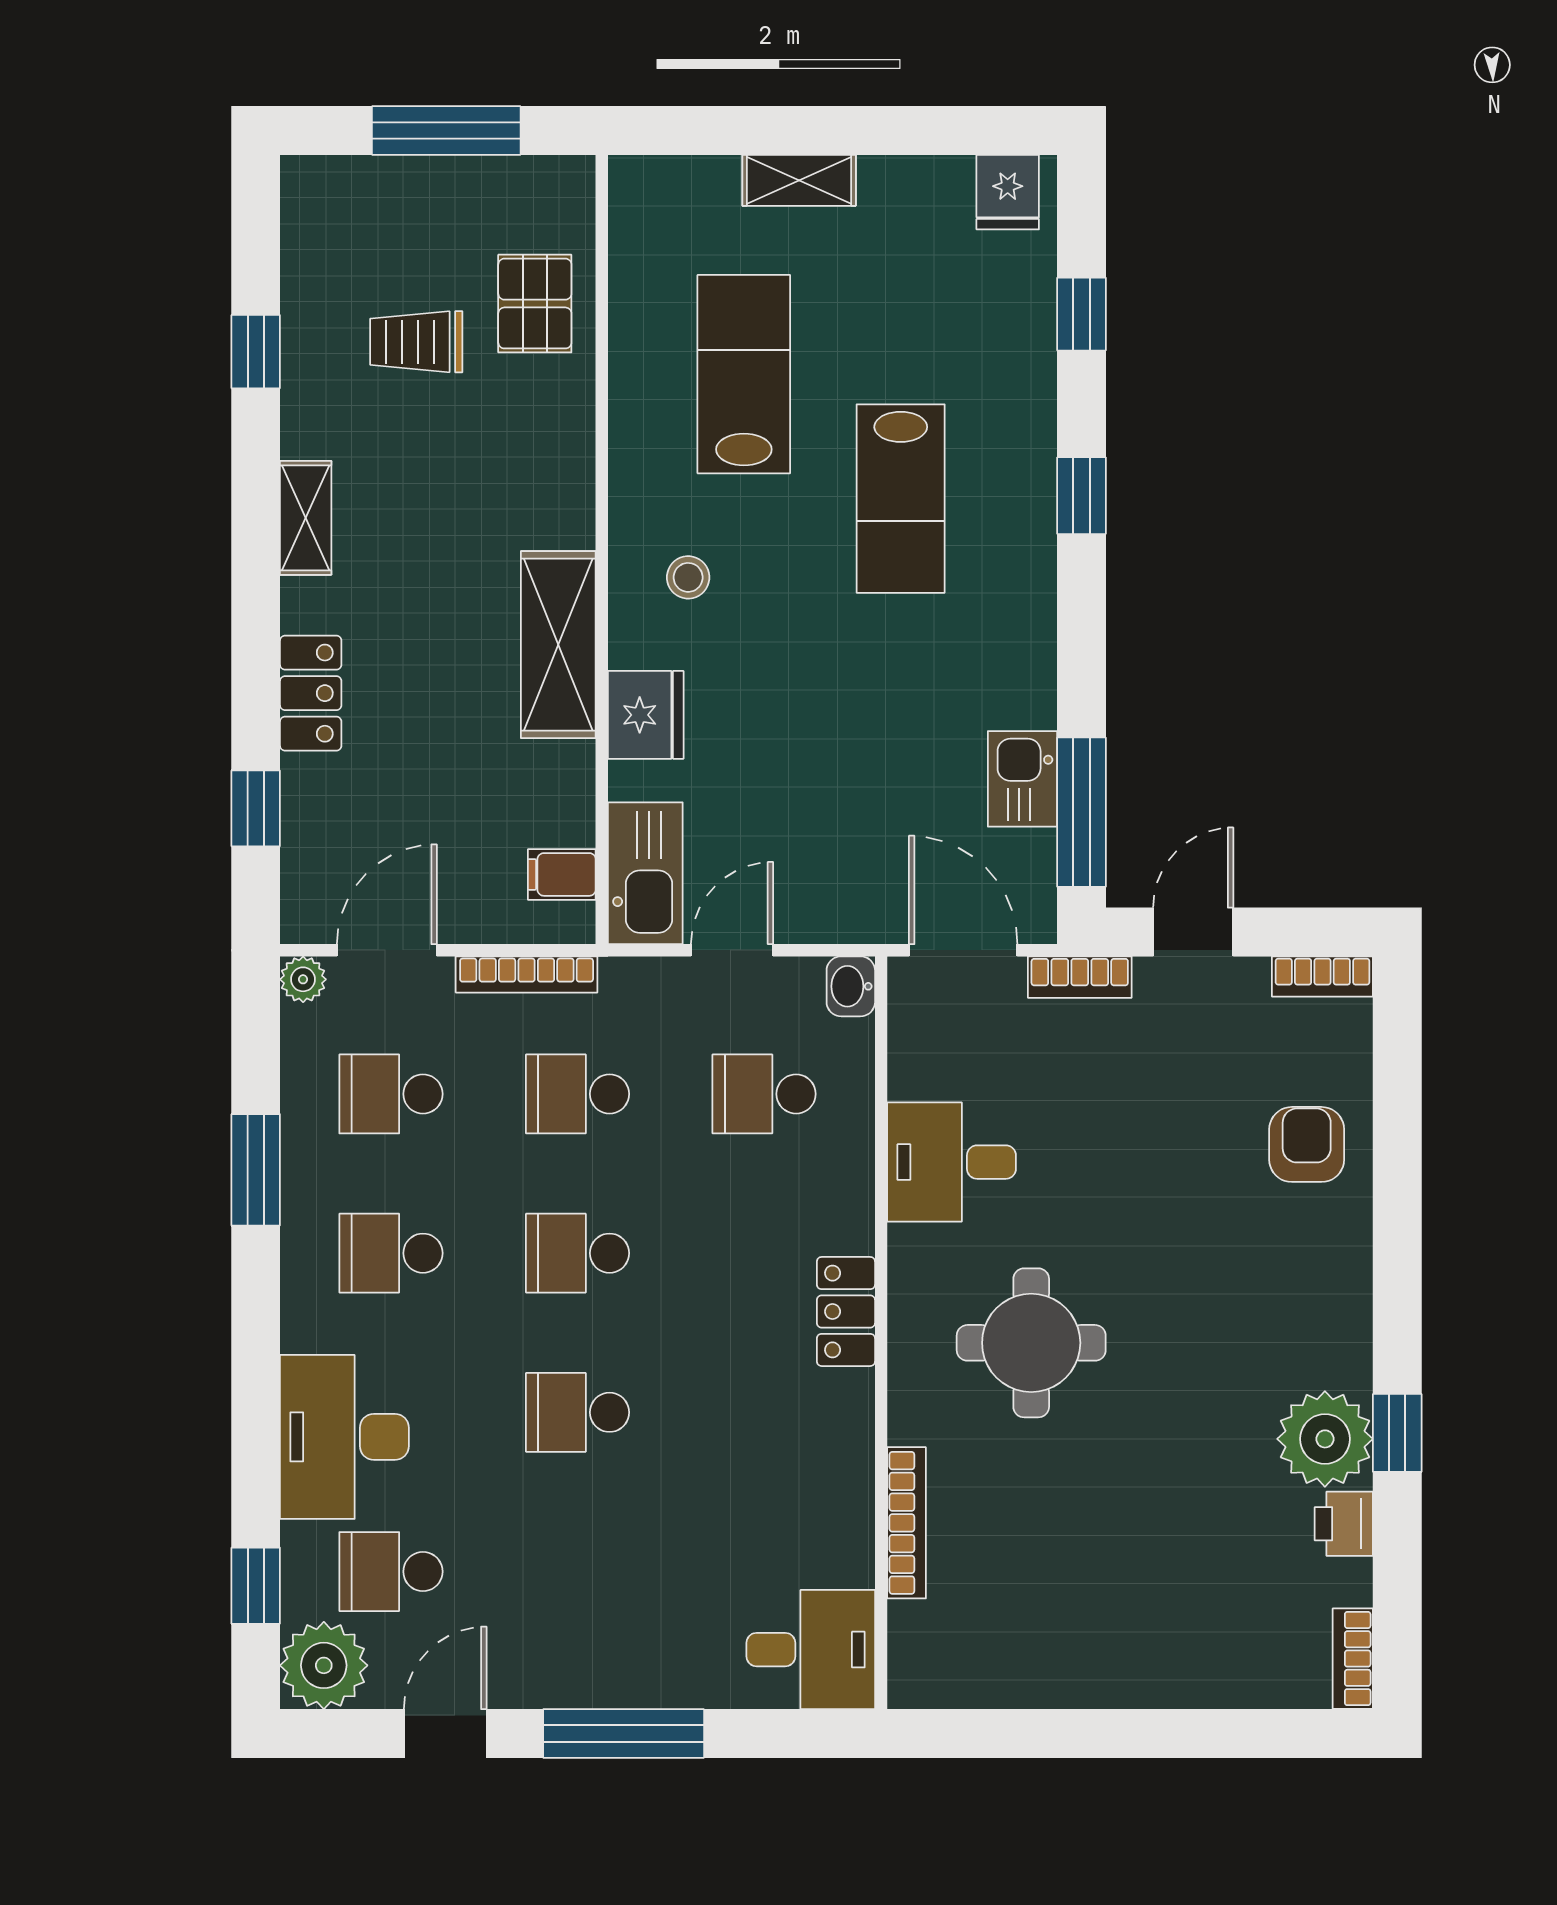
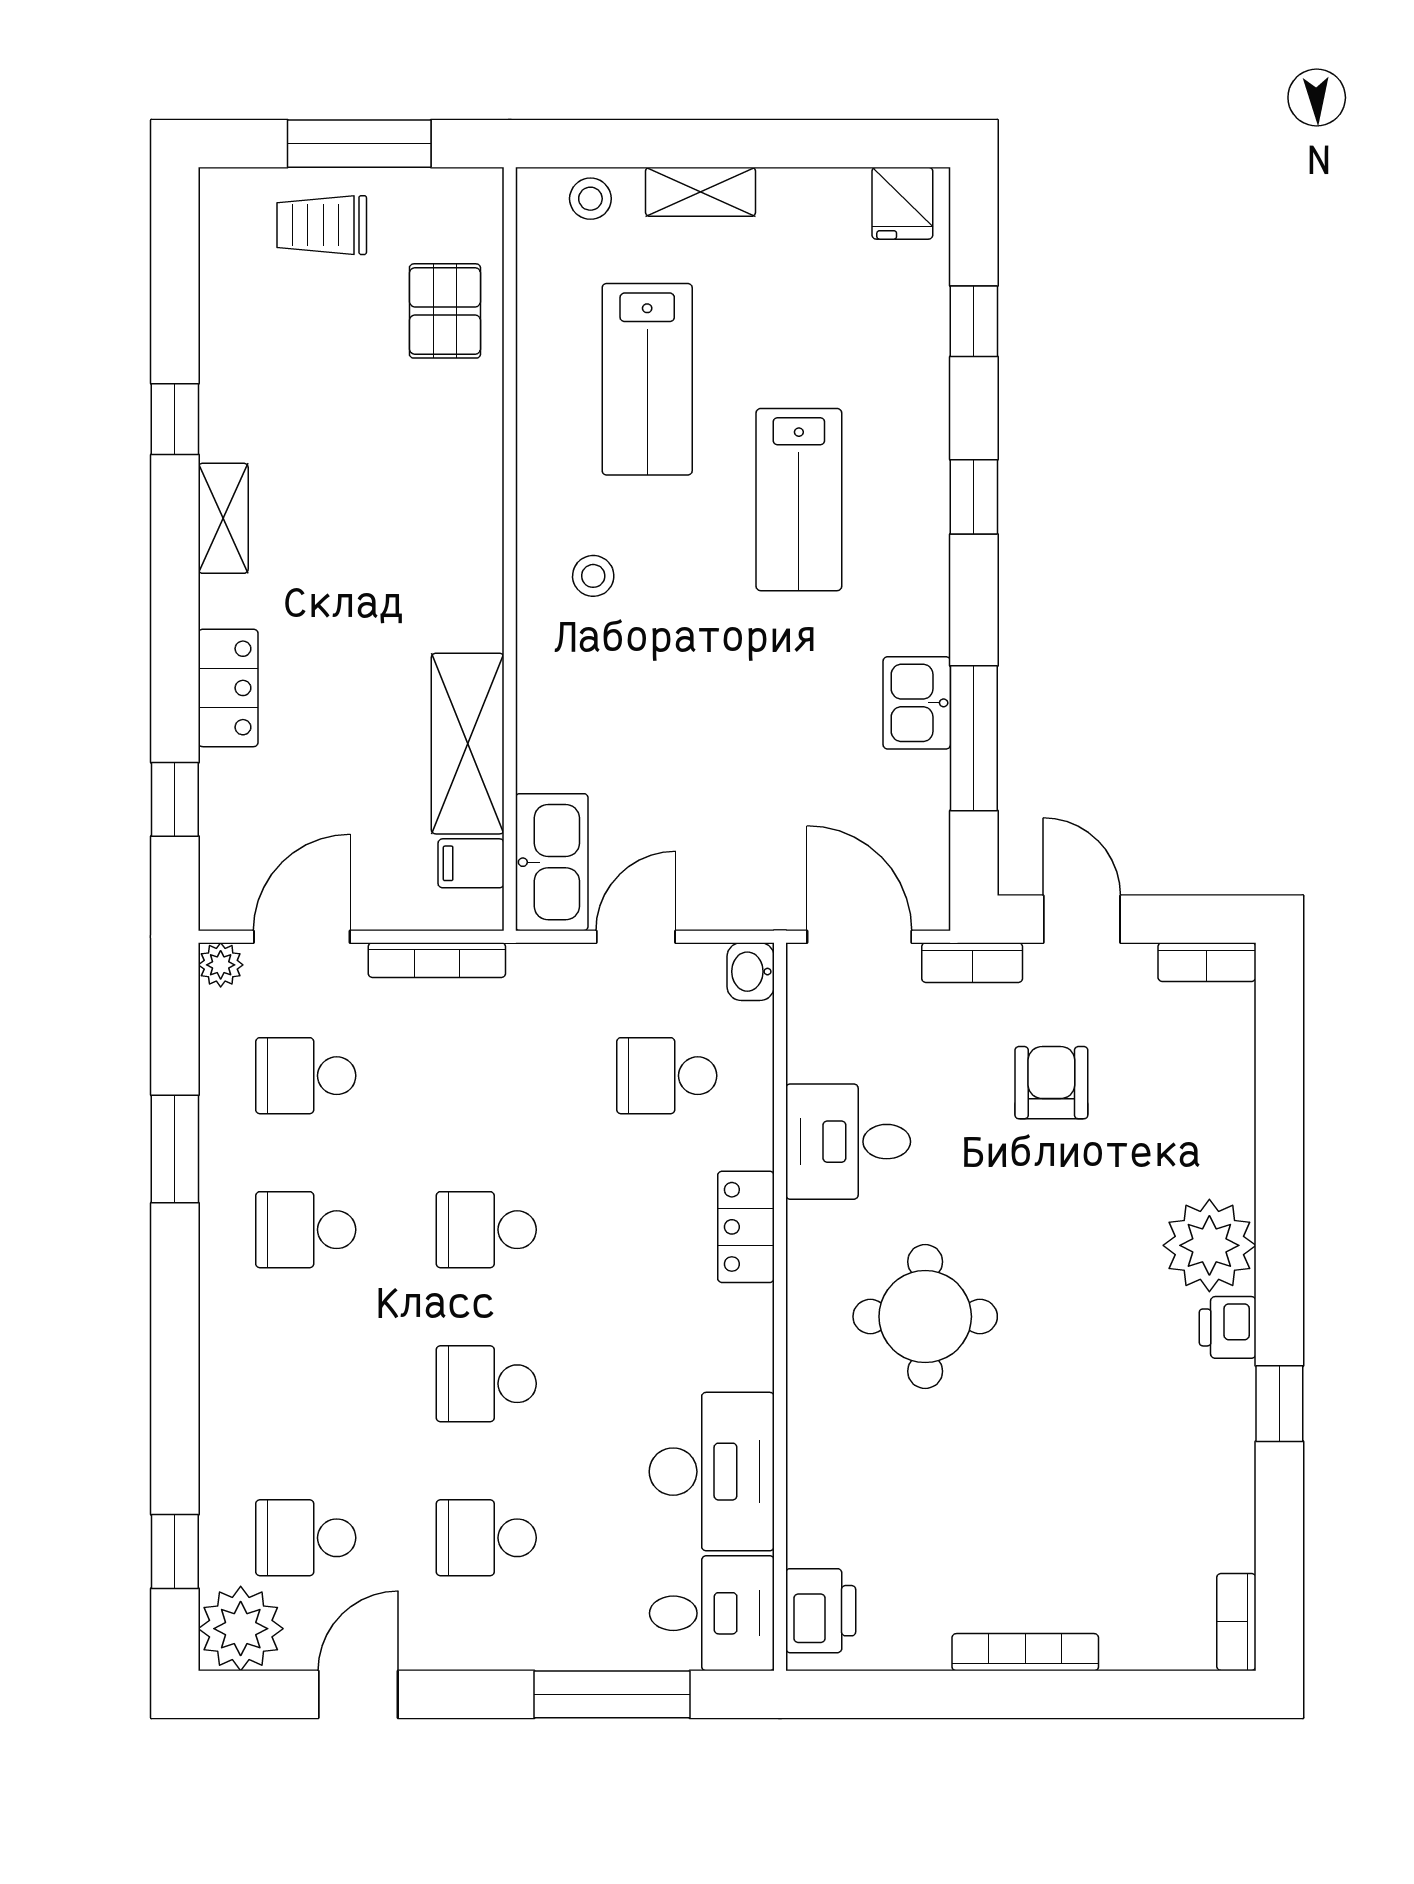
stool: (685, 187) -> (590, 199), added
trolley: (416, 342) -> (322, 225), moved
window: (256, 352) -> (175, 419), moved
lab bench: (744, 374) -> (647, 379), turned 180
shelving: (558, 645) -> (468, 744), moved
fridge: (646, 715) -> (552, 709), removed
kitchen sink: (1023, 779) -> (917, 703), moved
window: (1081, 812) -> (974, 738), moved
door: (1193, 932) -> (1082, 919), hinge flipped
school desk: (578, 1094) -> (486, 1538), moved
armchair: (1307, 1144) -> (1051, 1083), moved
locker: (846, 1311) -> (746, 1227), moved
desk: (344, 1437) -> (712, 1472), moved, turned 180
plant: (1325, 1439) -> (1209, 1245), moved
bookcase: (907, 1523) -> (1025, 1652), moved, turned -90
printer: (1344, 1524) -> (1228, 1327), moved
printer: (923, 1647) -> (821, 1611), added
window: (624, 1733) -> (612, 1694), moved

